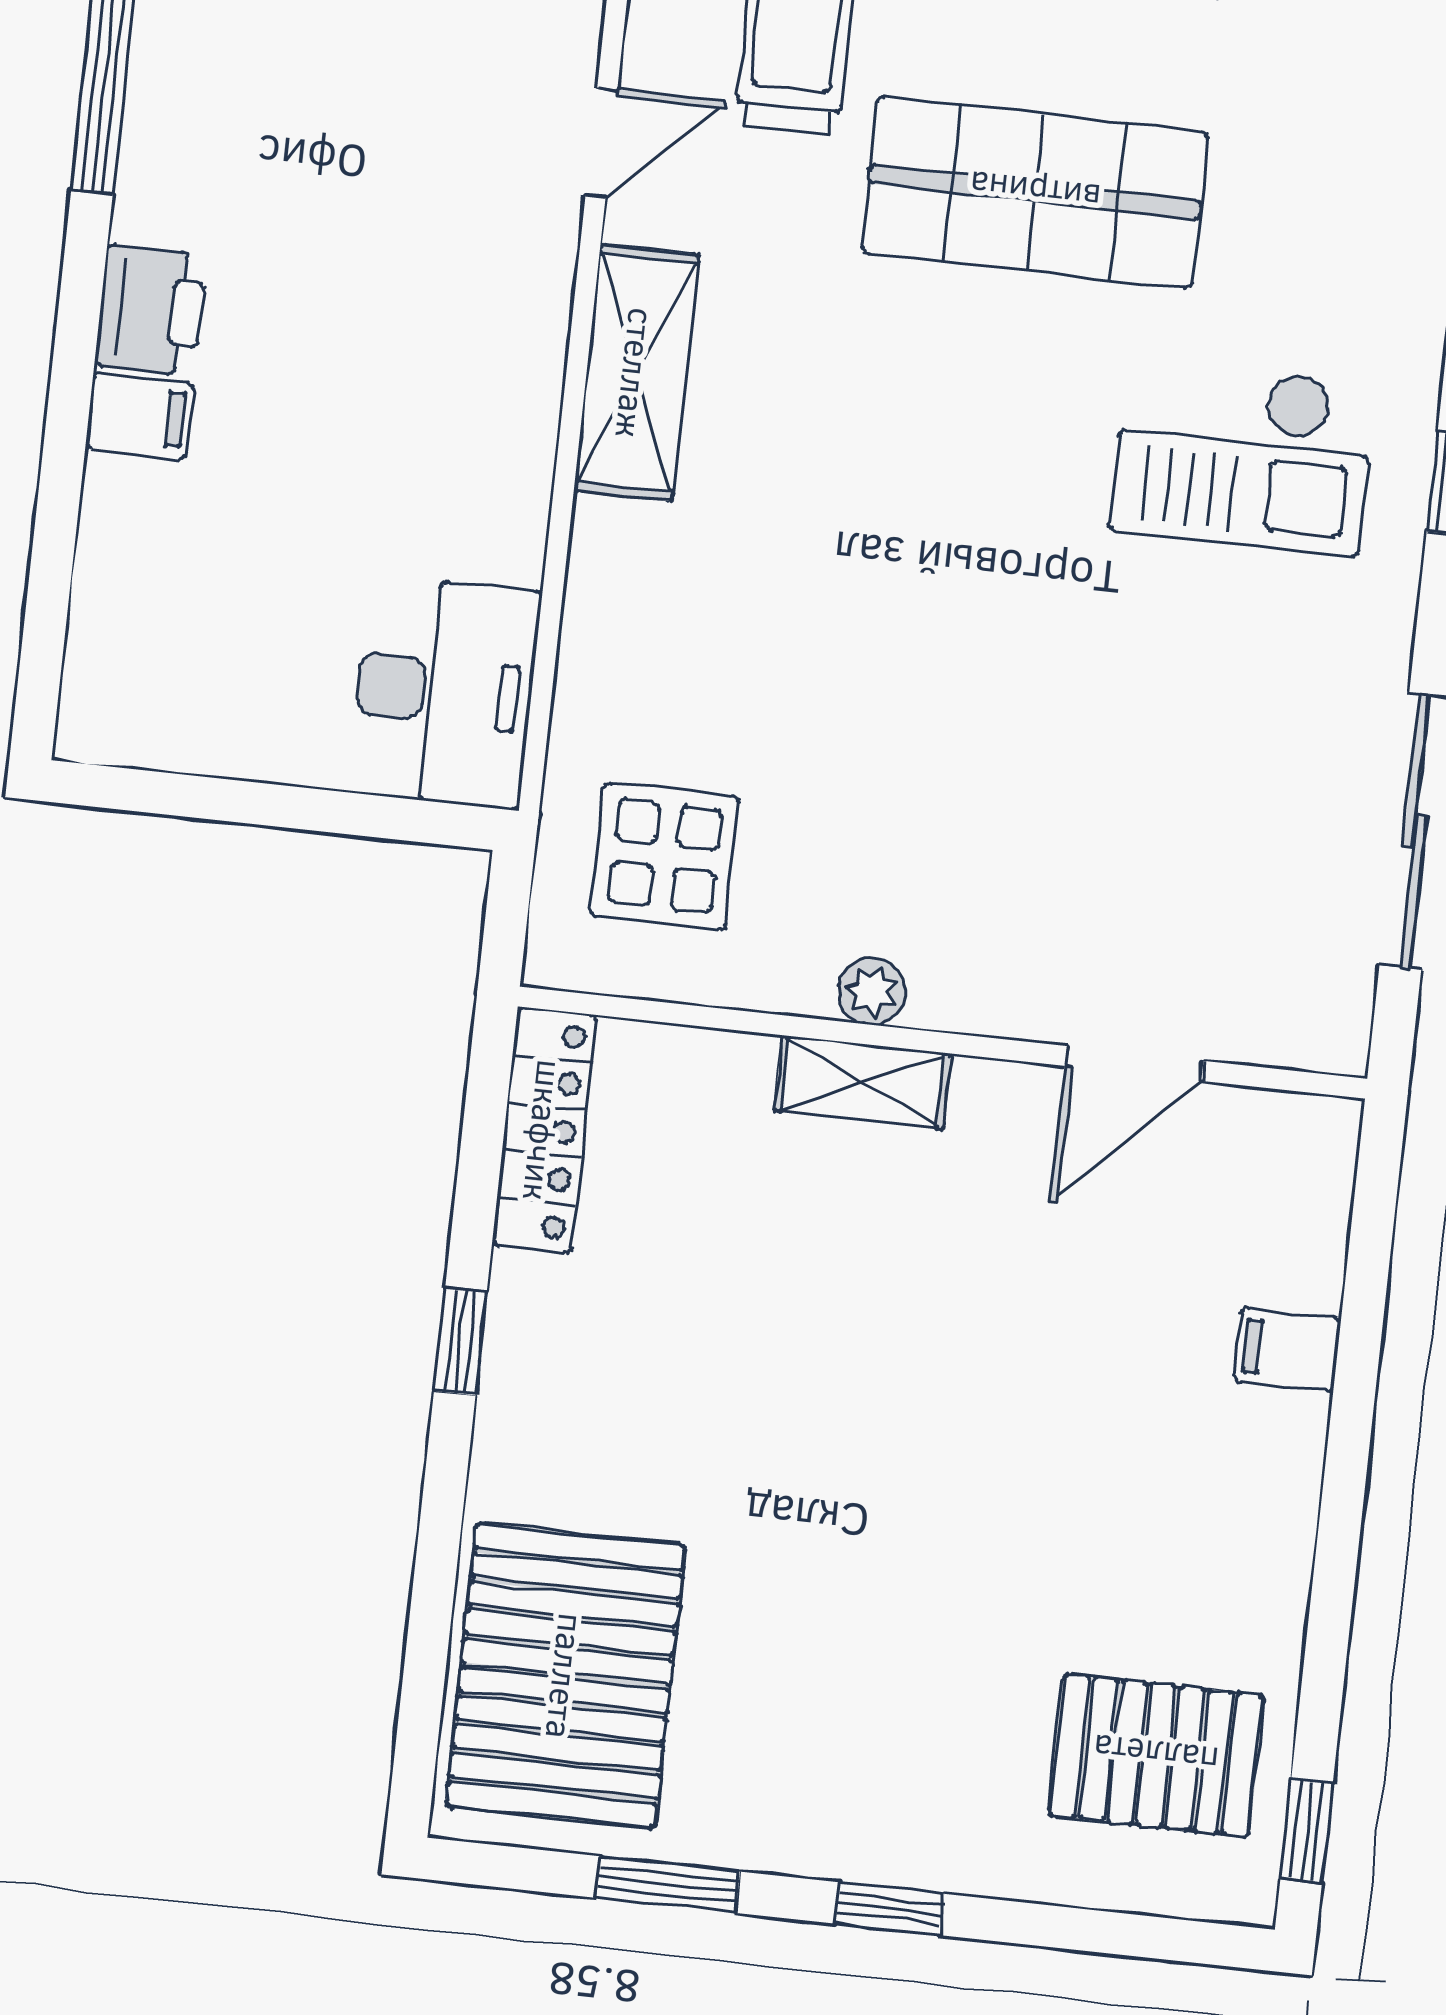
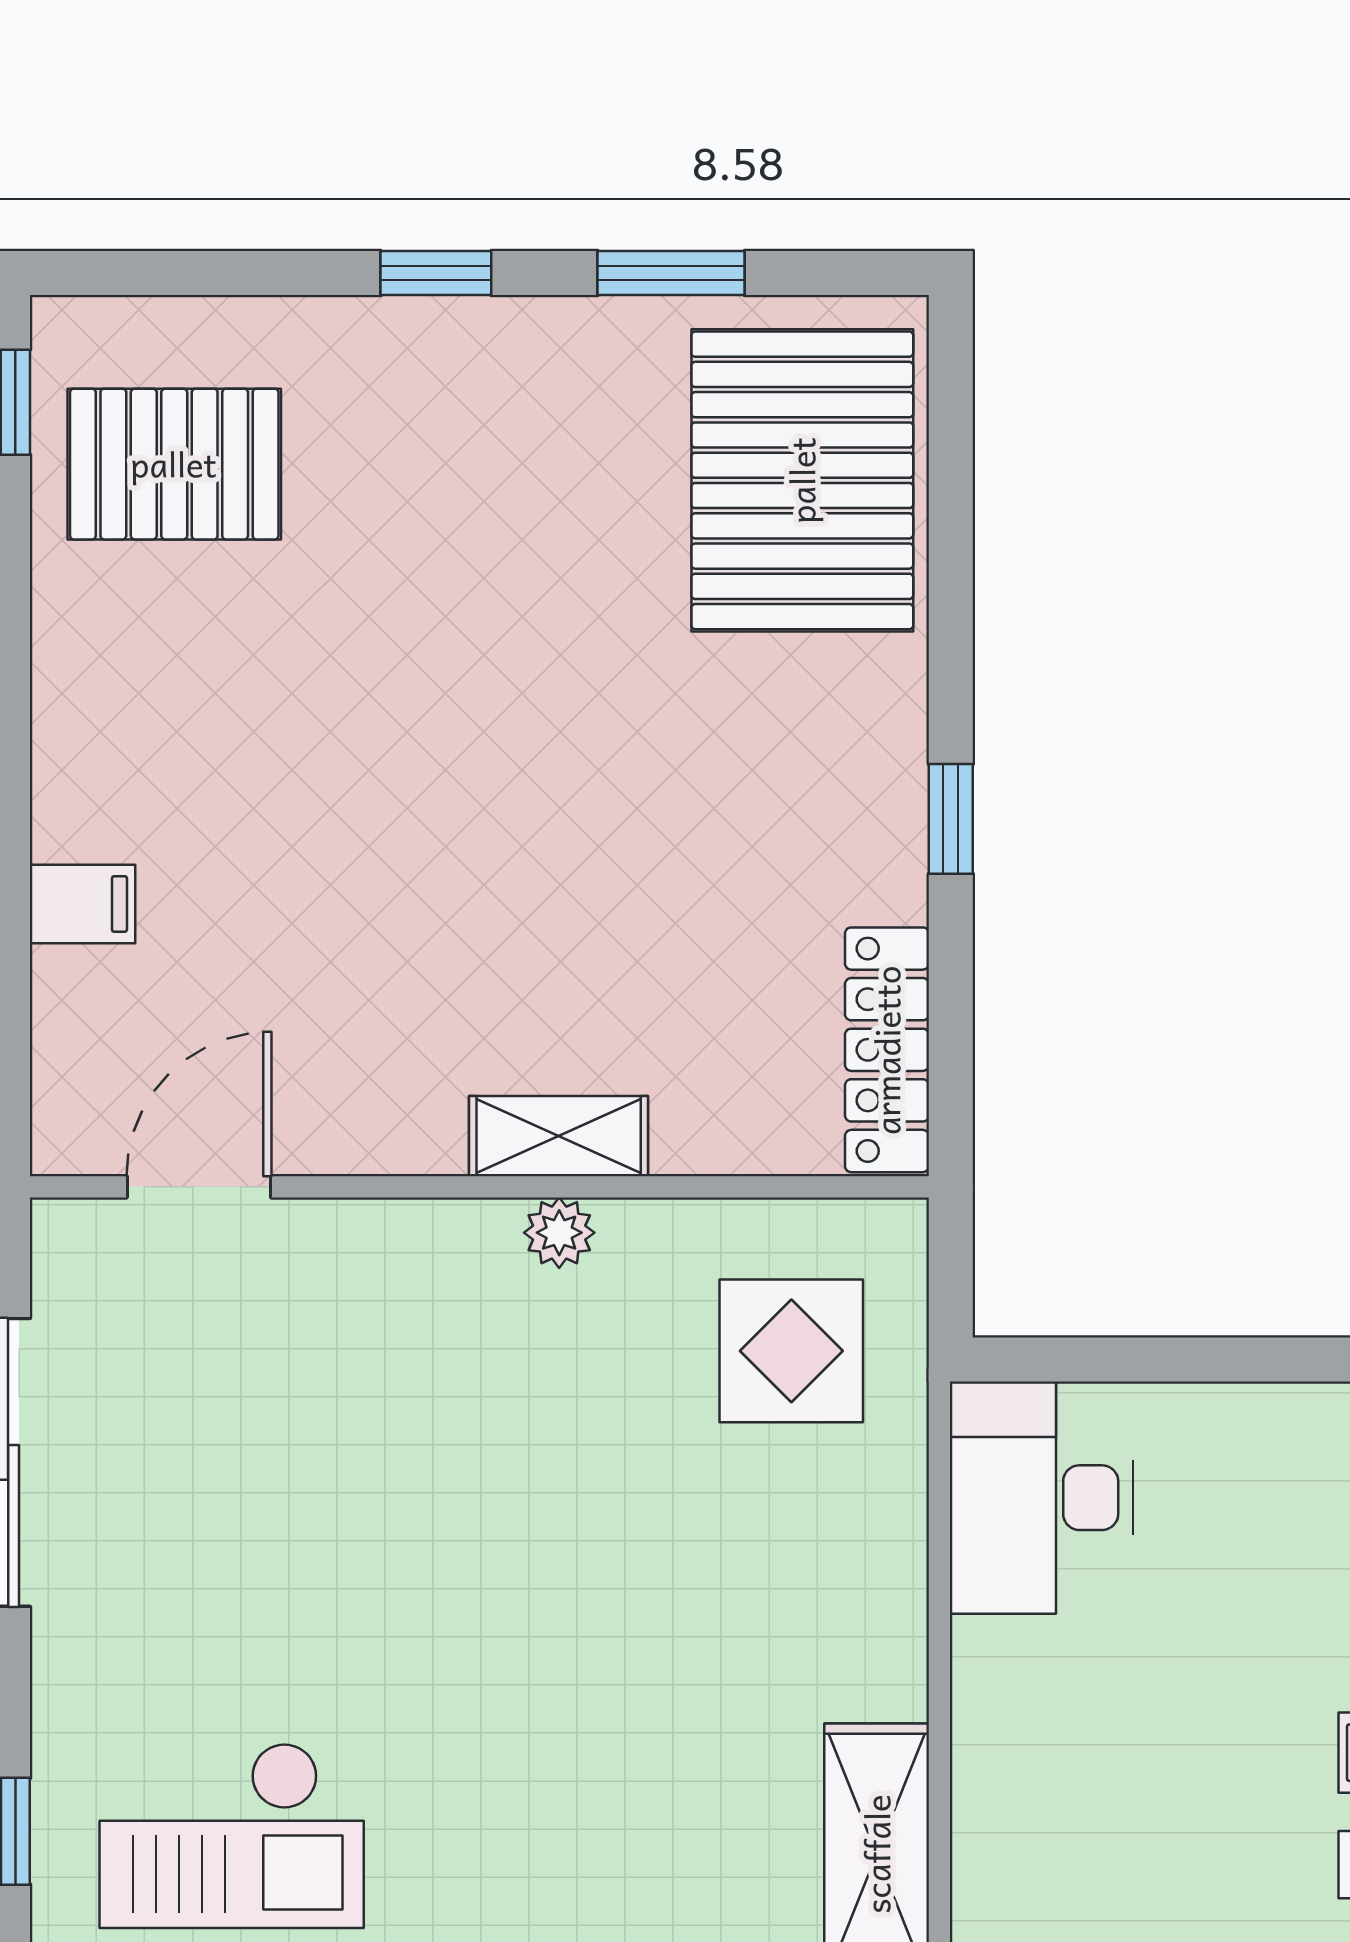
checkout: (1243, 456) -> (232, 1835), turned 180
door: (1134, 1063) -> (199, 1187), moved

